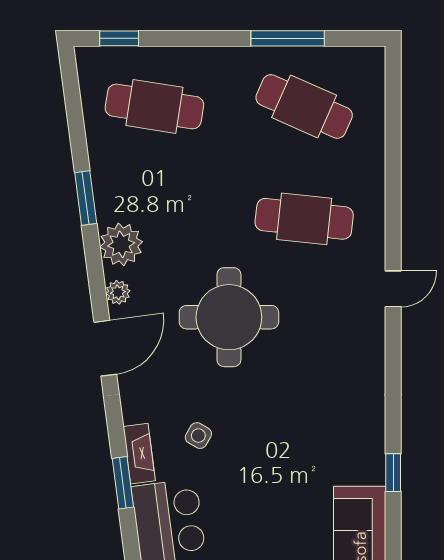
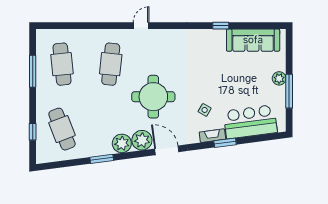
window: (119, 38) -> (33, 132), moved
cafe table: (154, 106) -> (62, 129), turned -30
cafe table: (304, 106) -> (62, 64), turned -30
door: (393, 289) -> (141, 26), hinge flipped
plant: (118, 292) -> (142, 140), width x1.88, depth x1.88

